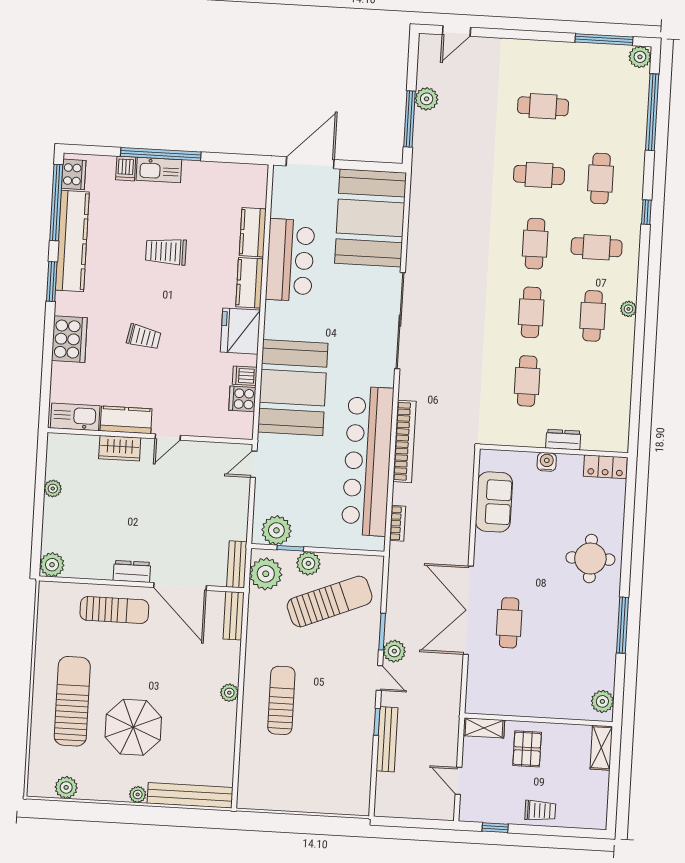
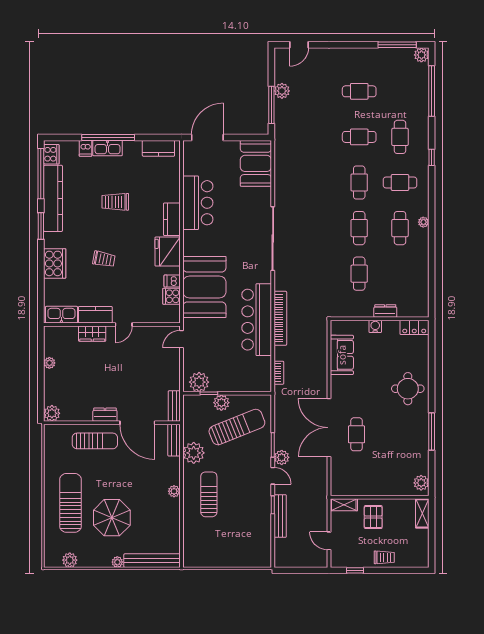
booth: (371, 218) -> (256, 163), width x0.73, depth x0.70
kitchen counter: (253, 232) -> (158, 148), moved, turned -90
bar counter: (368, 461) -> (257, 320), width x0.73
plant: (266, 574) -> (194, 453), moved

